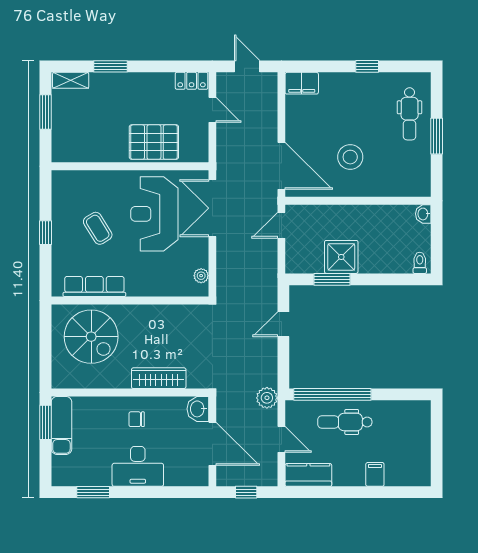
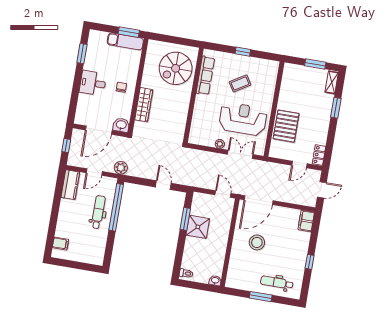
double door: (212, 208) -> (240, 154), width x0.73
plant: (201, 276) -> (220, 144), moved
desk: (138, 466) -> (93, 83), width x0.73
filing cabinet: (375, 474) -> (60, 244), moved

